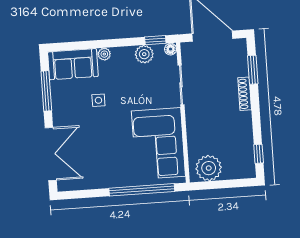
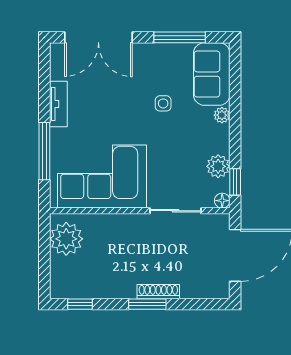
window: (253, 70) -> (147, 304), moved
tv unit: (105, 182) -> (58, 104), added
window: (142, 190) -> (44, 151), width x0.68

